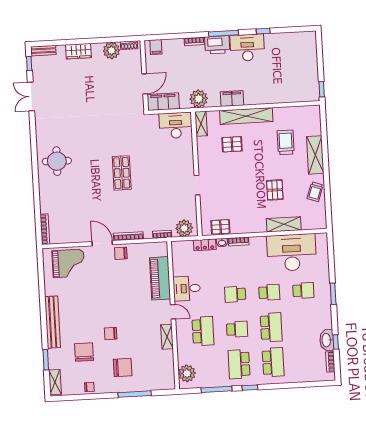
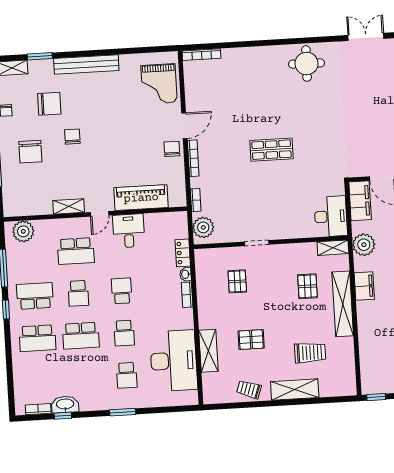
round table: (57, 161) -> (307, 64), moved
pallet: (220, 227) -> (237, 281), moved

